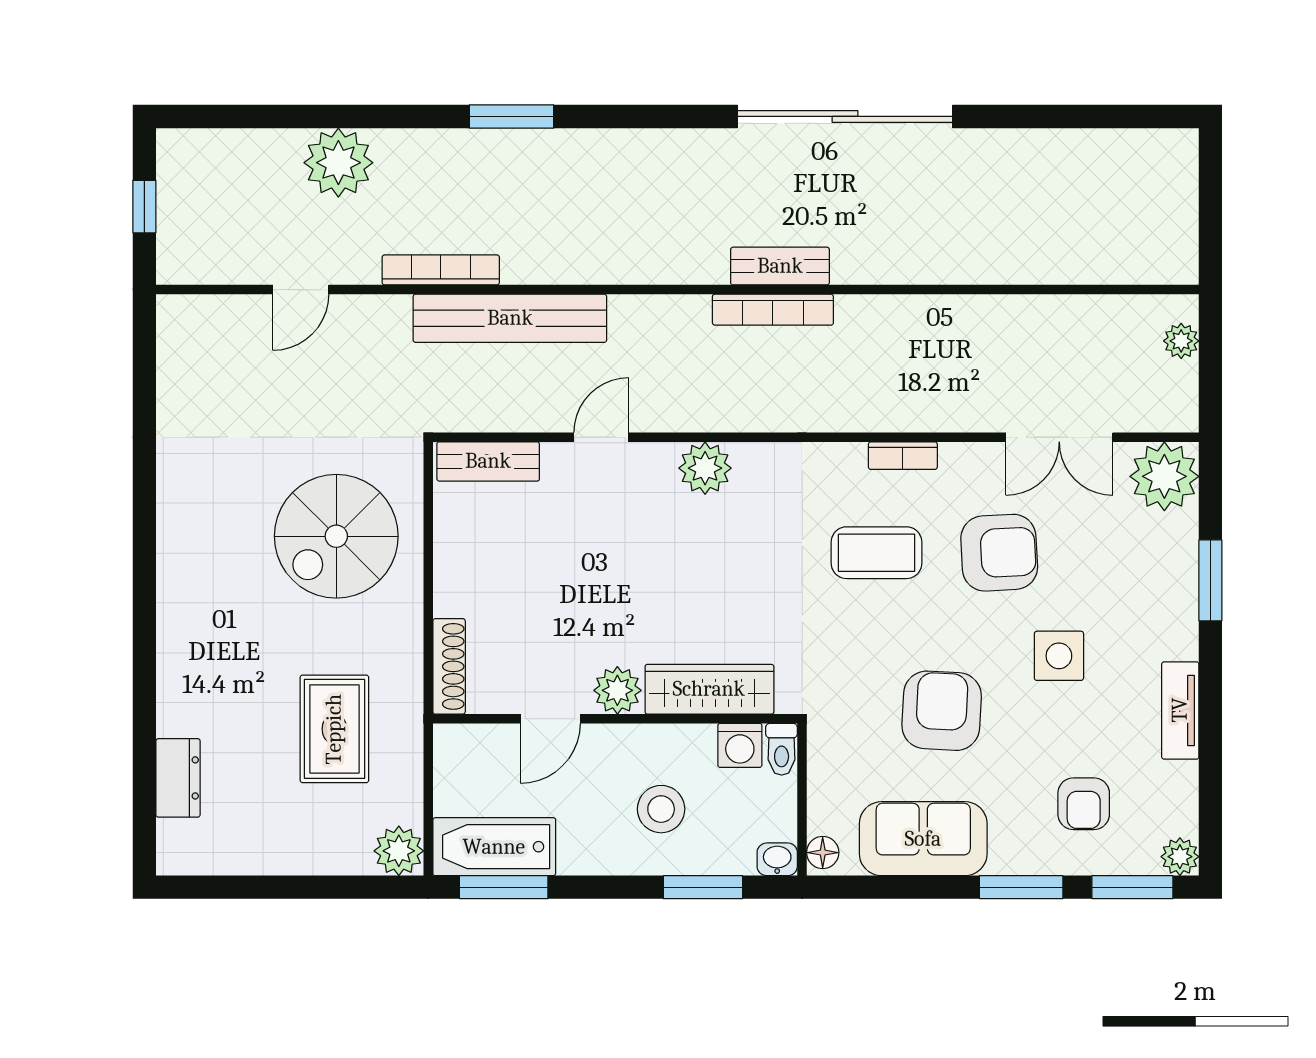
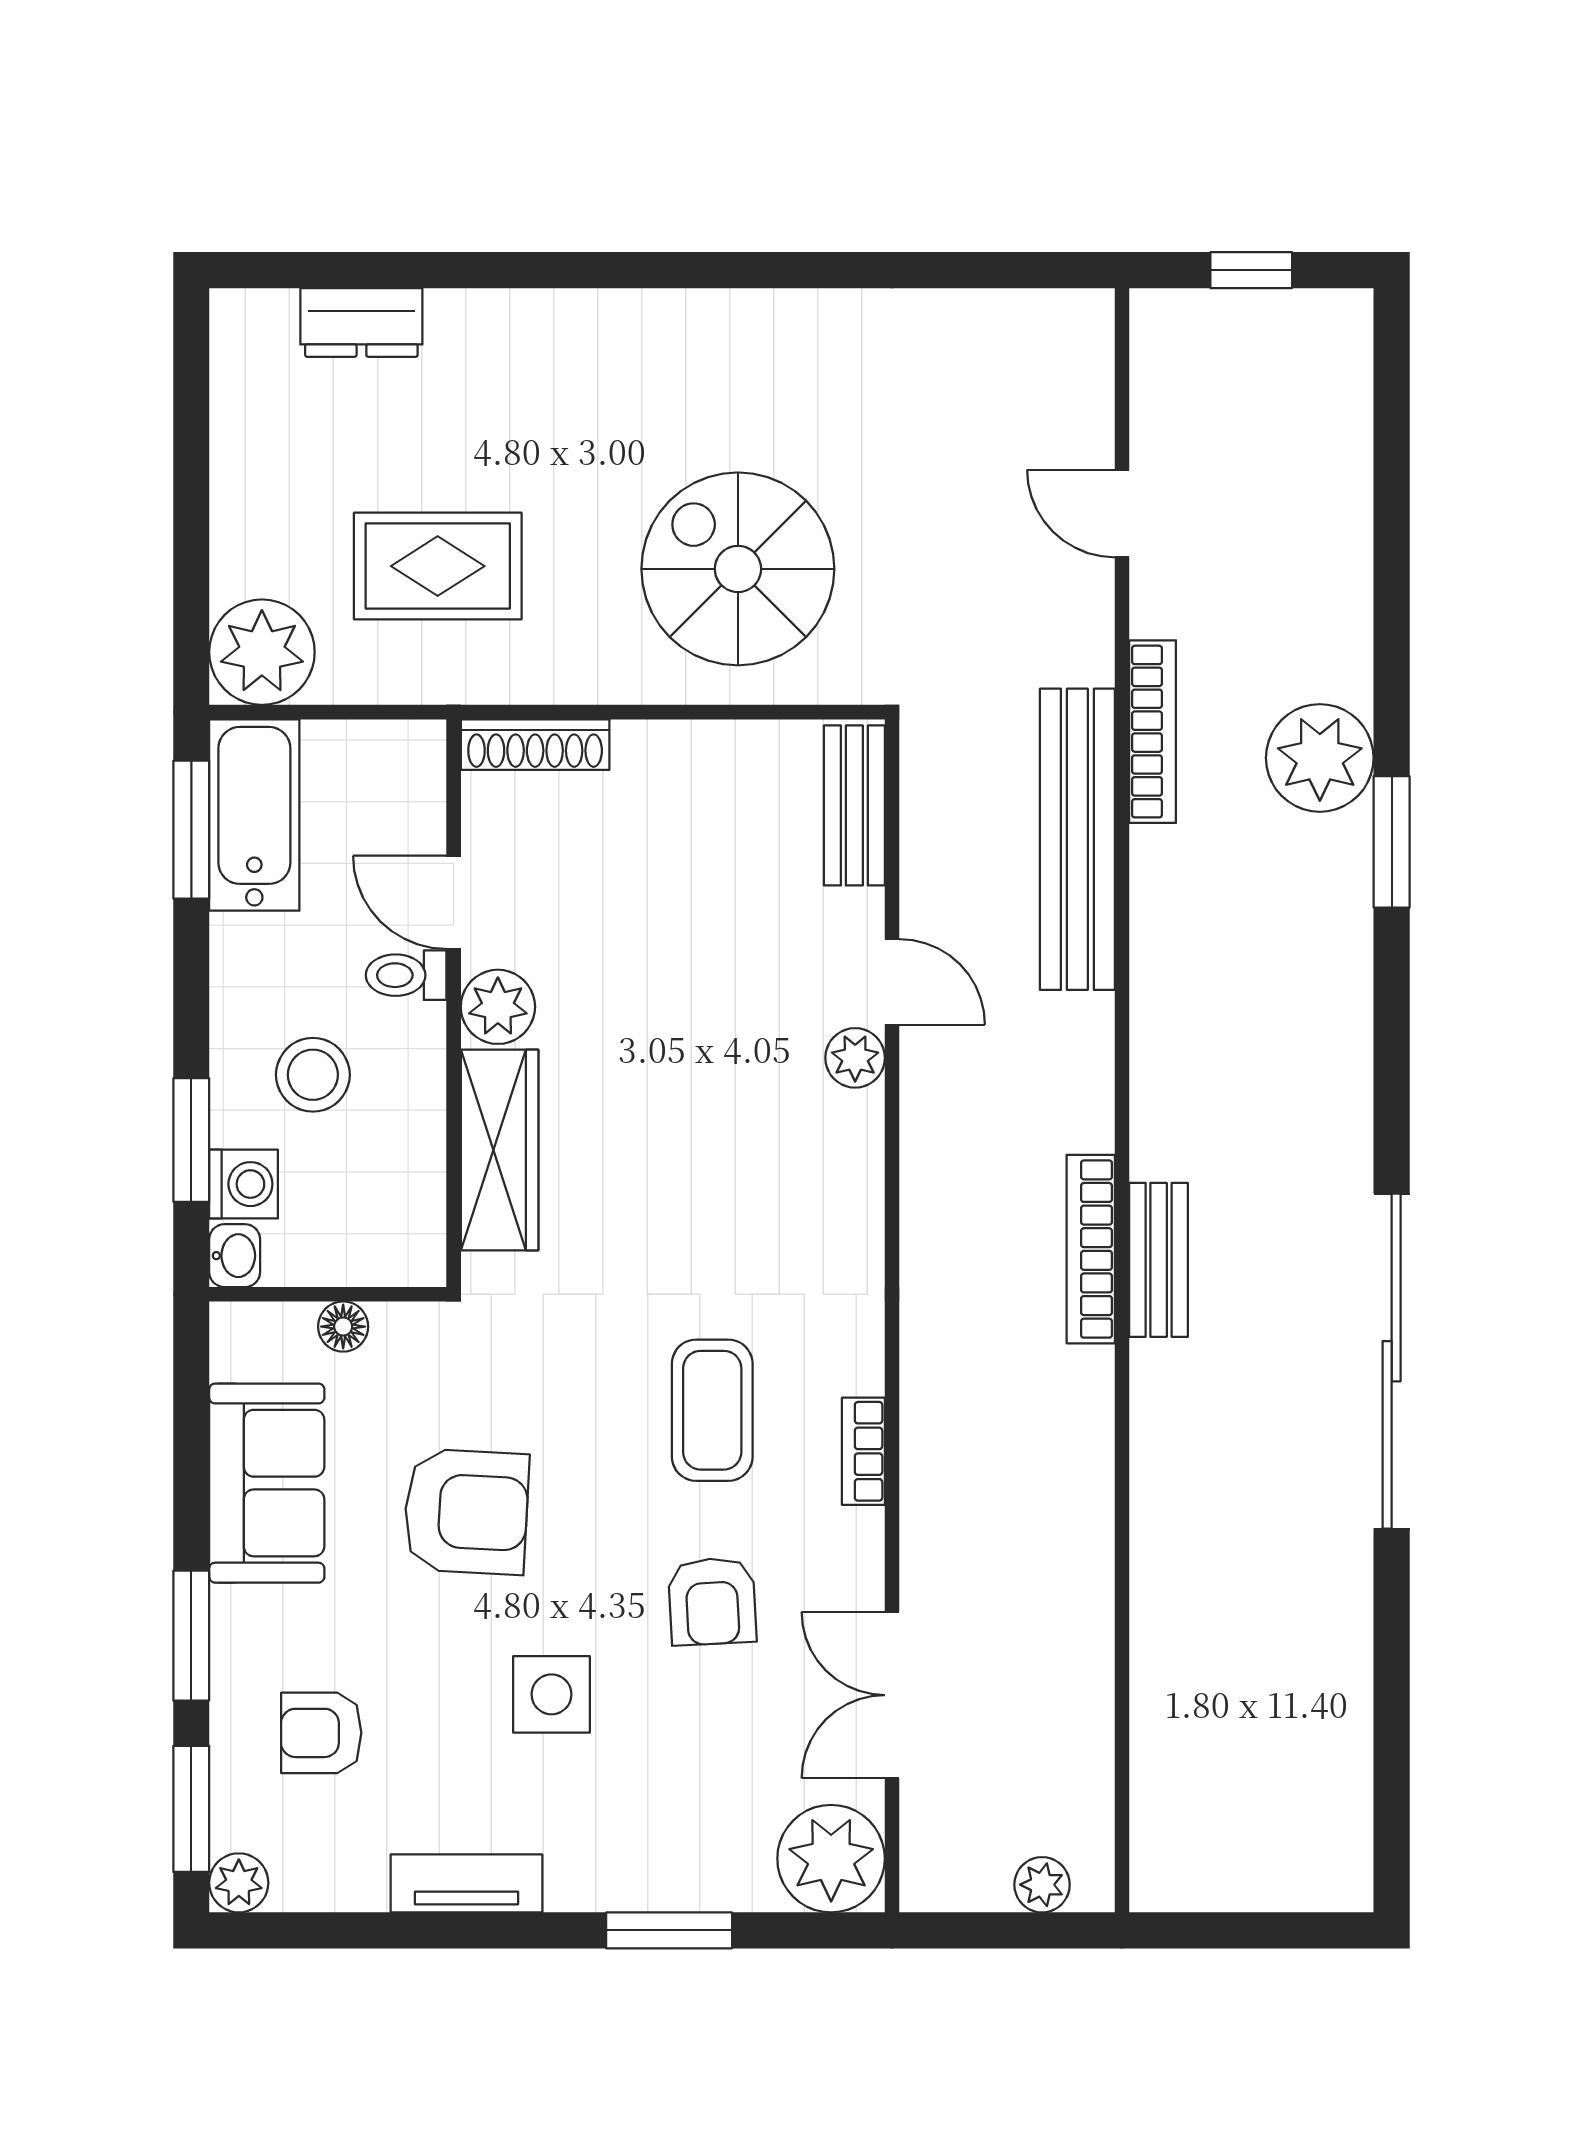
plant: (338, 163) -> (1320, 758), moved
plant: (705, 468) -> (855, 1058), moved, width x0.73, depth x0.73
armchair: (999, 553) -> (712, 1601), width x0.72, depth x0.72
washing machine: (740, 745) -> (244, 1184), moved, turned 180
toilet: (782, 749) -> (406, 975), moved
plant: (399, 851) -> (262, 652), width x1.36, depth x1.36
floor lamp: (823, 853) -> (343, 1327), moved

